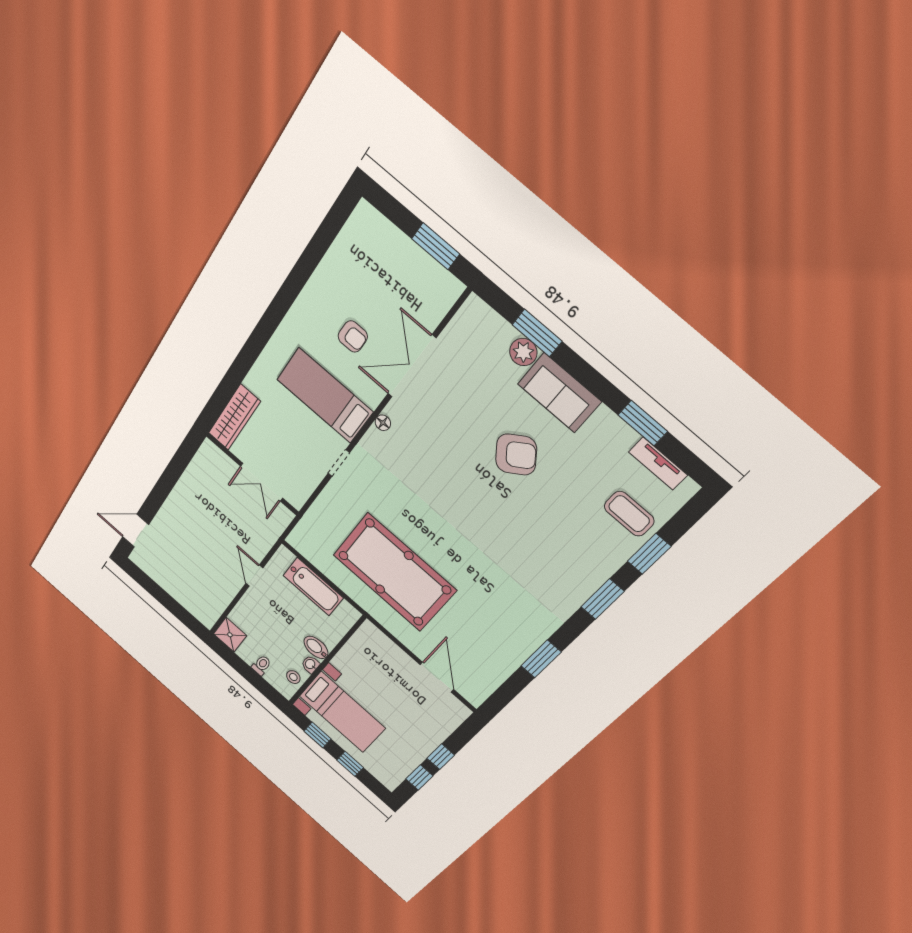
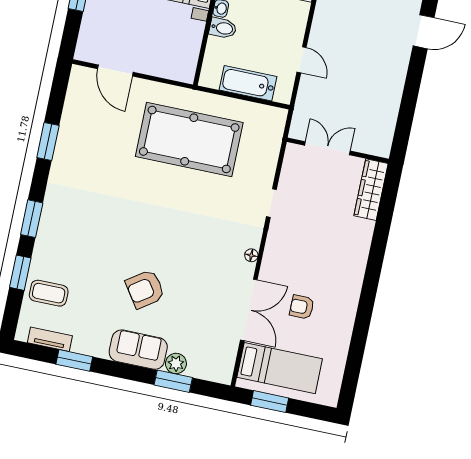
bed: (325, 396) -> (280, 368), moved

